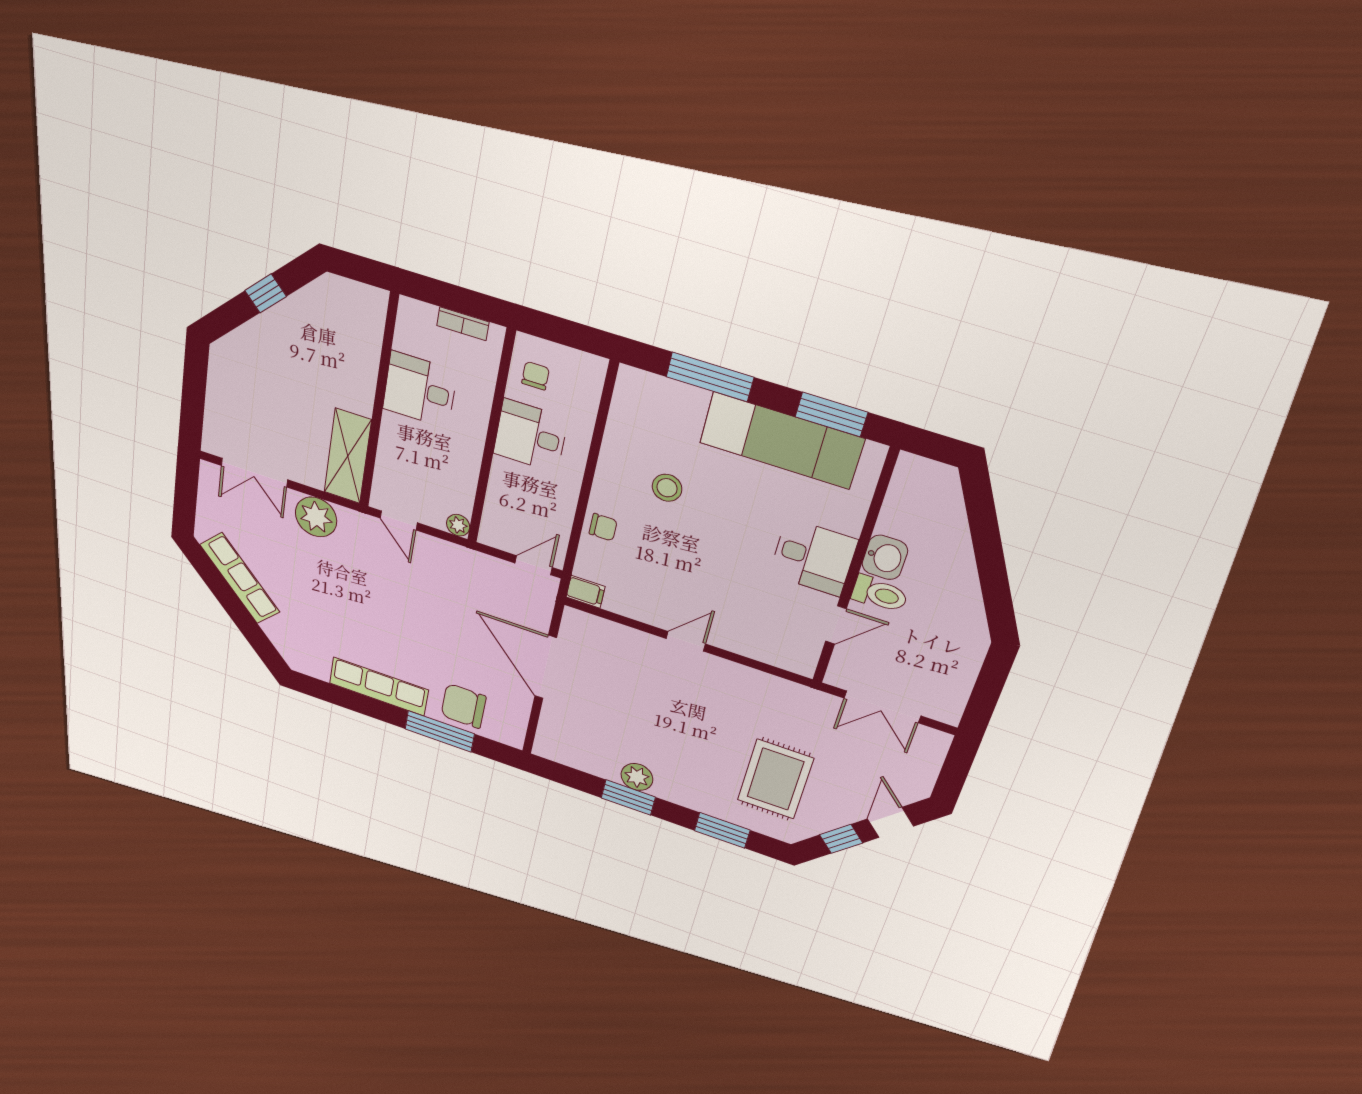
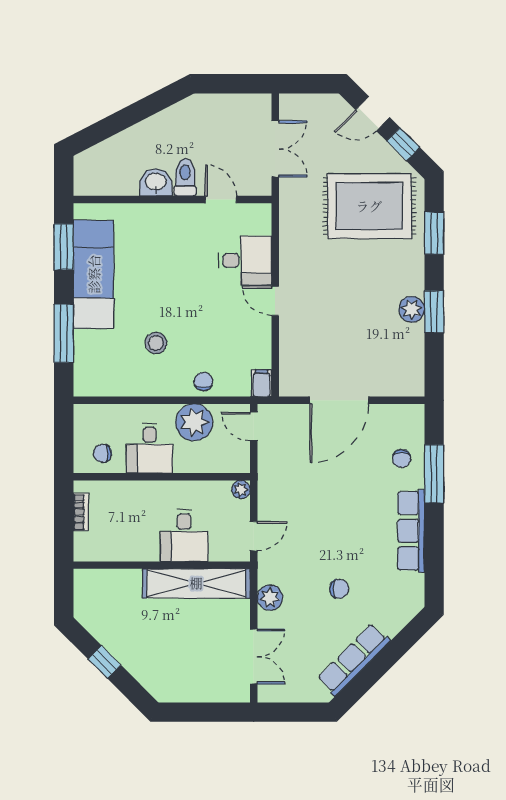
desk: (420, 390) -> (184, 536), moved
shelving: (348, 456) -> (196, 583), width x1.47
plant: (553, 499) -> (194, 422), added
plant: (316, 517) -> (270, 598), width x0.73, depth x0.73
desk: (813, 557) -> (245, 260), moved, turned 90
chair: (323, 591) -> (339, 589), added
chair: (463, 706) -> (401, 459), width x0.54, depth x0.54
rug: (775, 779) -> (369, 206), width x1.37, depth x1.44

